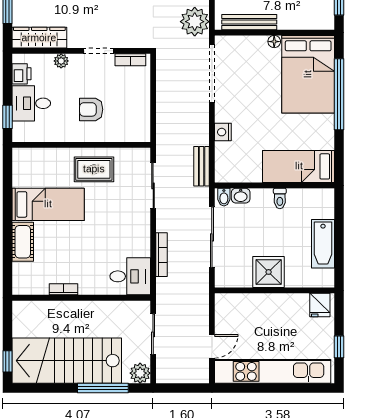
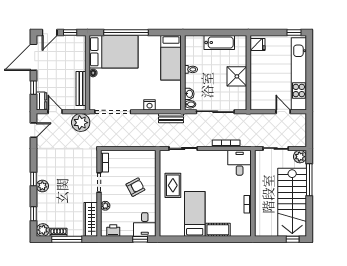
desk: (31, 103) -> (145, 224), moved
armchair: (91, 109) -> (135, 187), turned -118
window: (339, 347) -> (294, 32), moved

